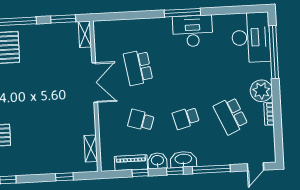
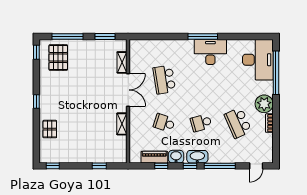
shelving: (85, 34) -> (122, 62), moved
shelving: (91, 148) -> (122, 124), moved

